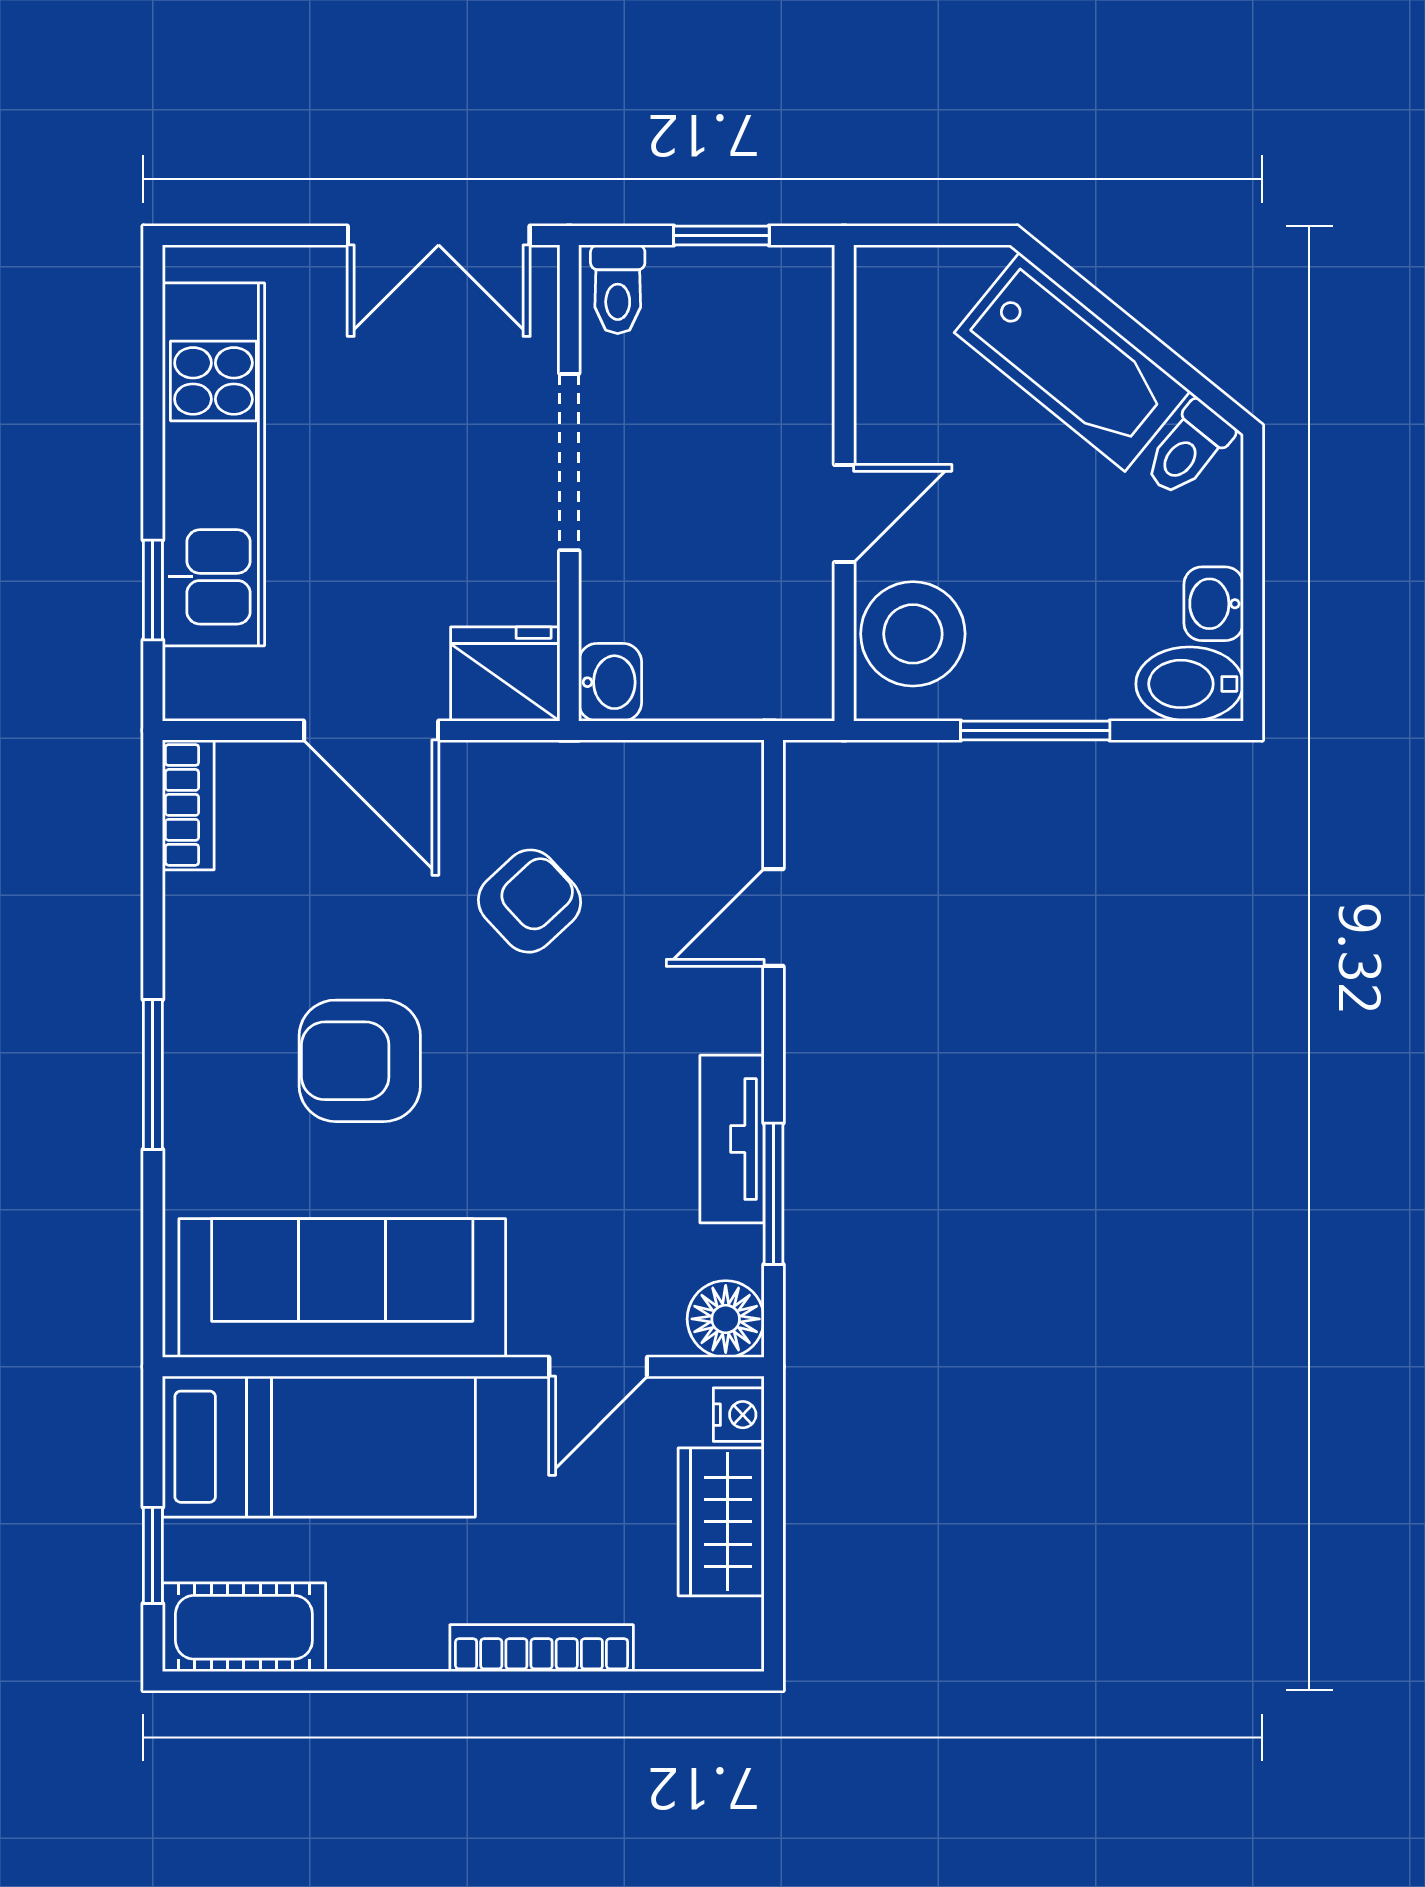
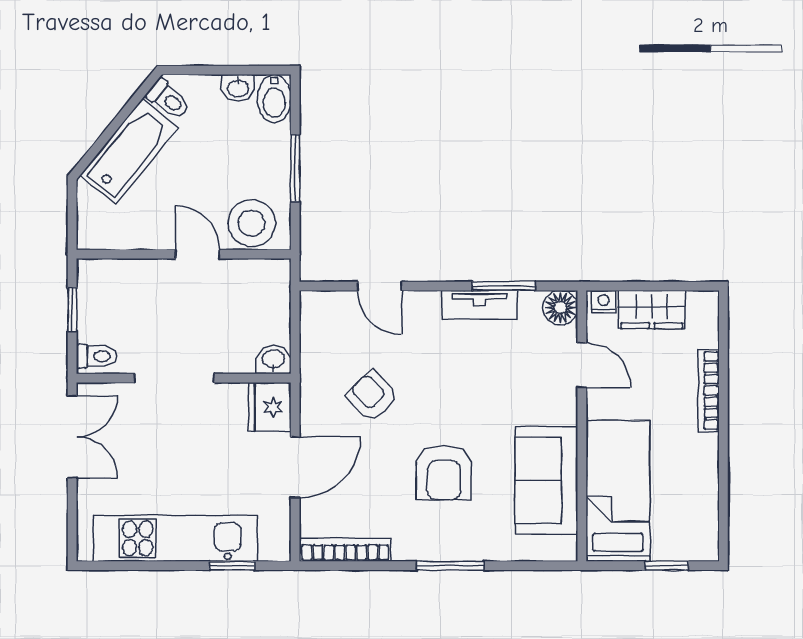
bookcase: (188, 805) -> (345, 550), width x1.56
sofa: (342, 1288) -> (546, 480), width x0.73
cot: (244, 1627) -> (699, 525), removed

